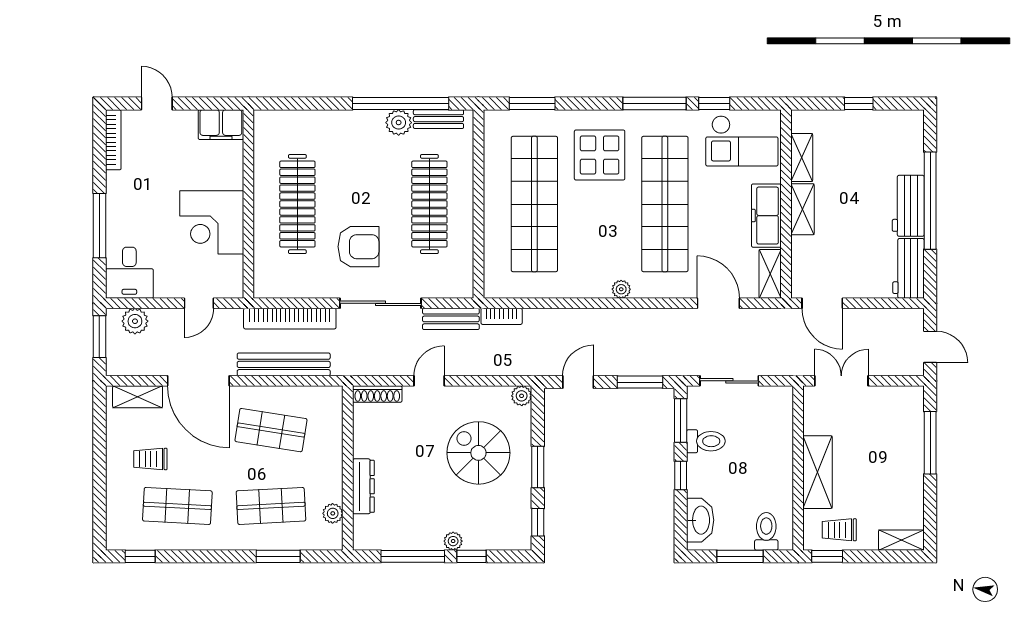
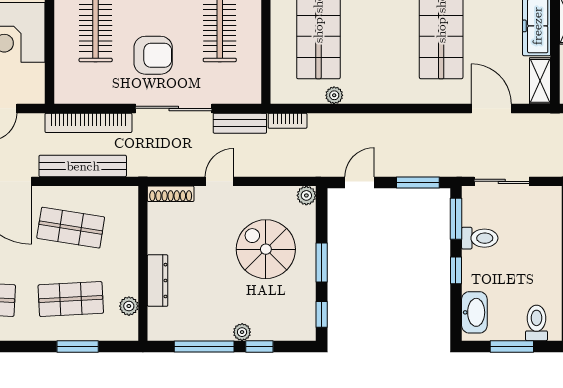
plant: (621, 289) -> (334, 95), moved

